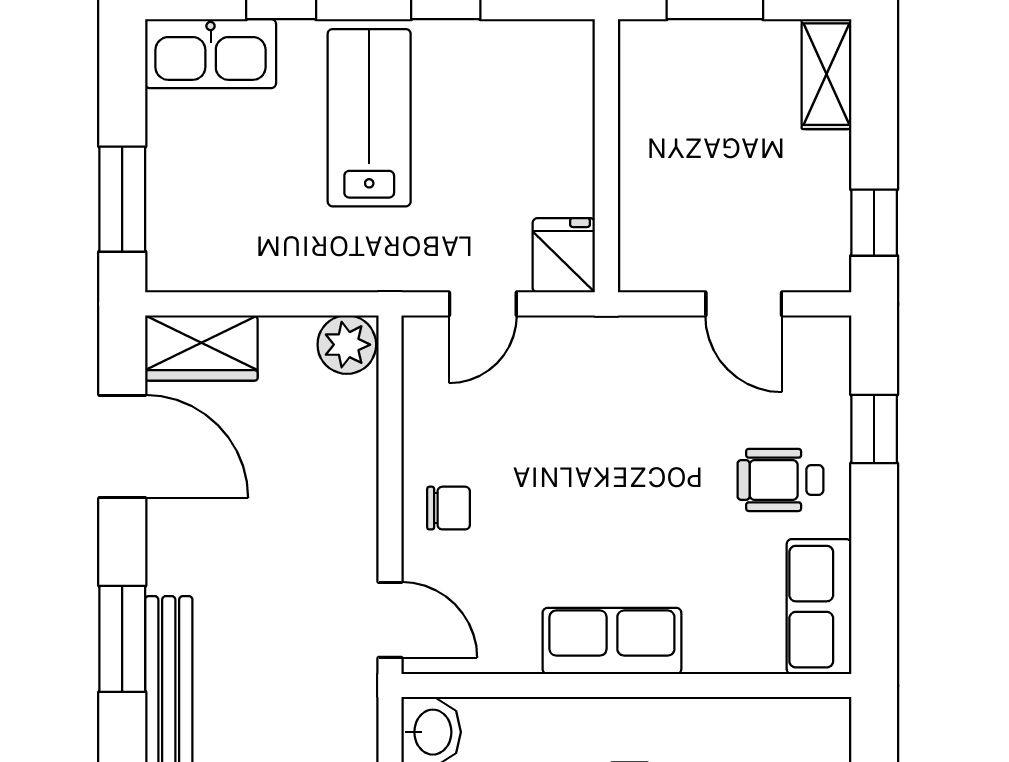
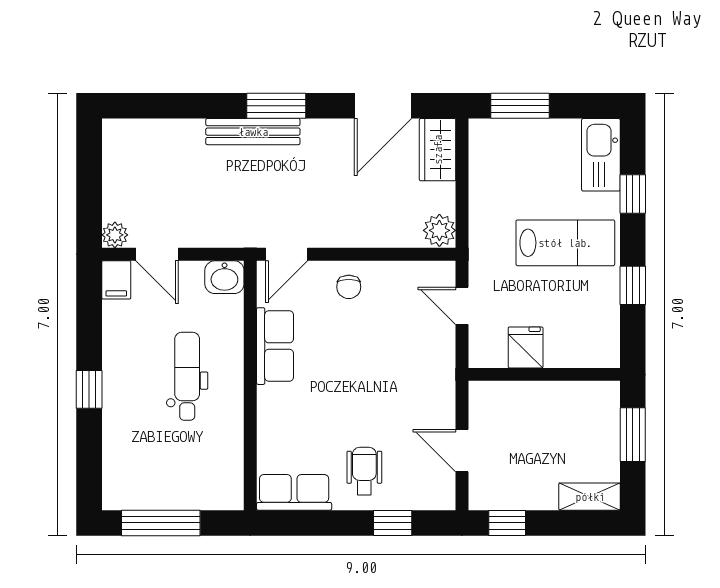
fridge: (564, 255) -> (526, 347), moved, turned -90
door: (744, 304) -> (462, 451), hinge flipped
row of seats: (612, 641) -> (275, 346), moved

